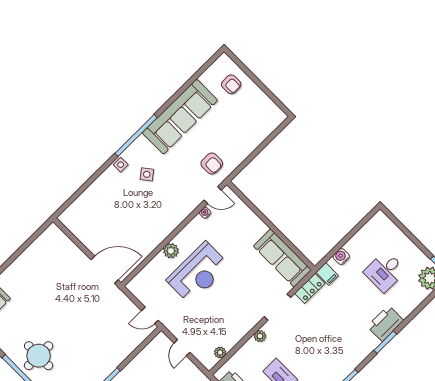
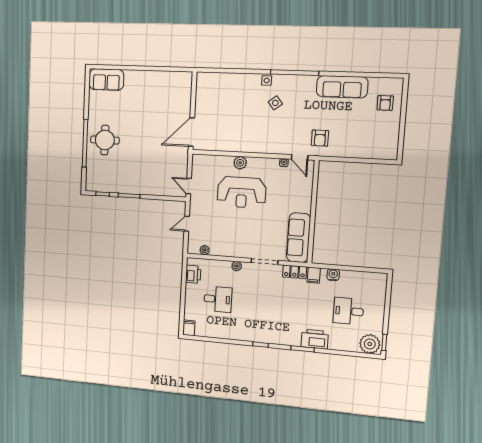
sofa: (180, 117) -> (342, 87), width x0.74, depth x0.79
door: (105, 270) -> (192, 132), swing flipped

